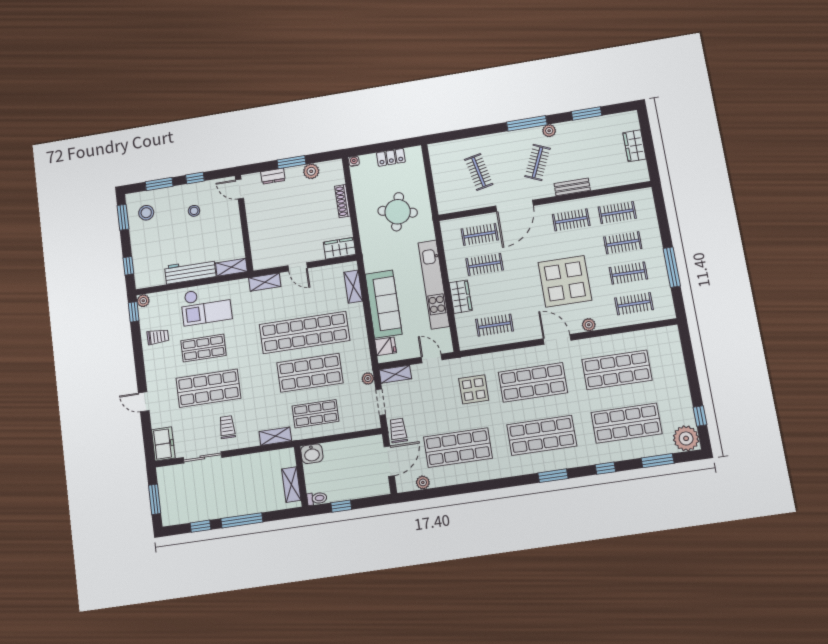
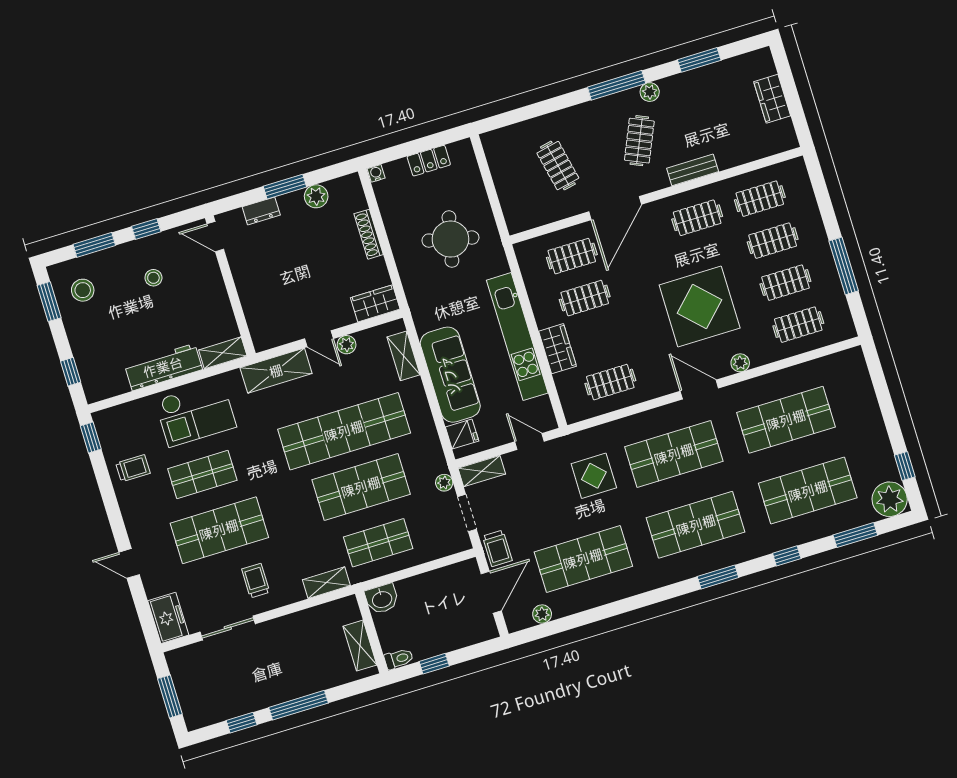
shelving: (265, 282) -> (276, 371), width x1.50, depth x1.33
plant: (143, 301) -> (347, 345), moved
trolley: (398, 431) -> (497, 548), turned 180

